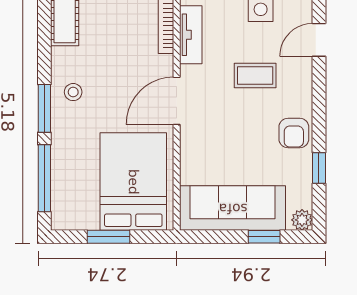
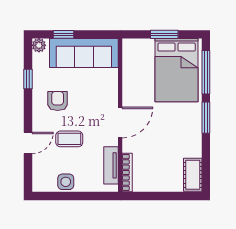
door: (319, 40) -> (28, 143), moved
stool: (73, 92) -> (187, 128), removed
armchair: (294, 133) -> (58, 101), moved
bed: (133, 182) -> (177, 70), moved

